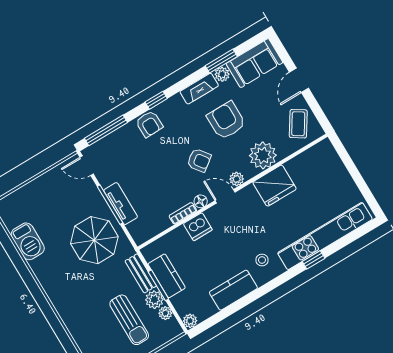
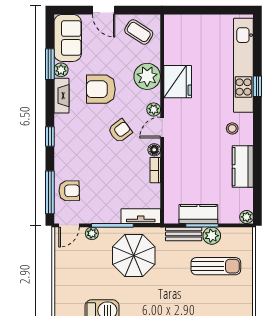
armchair: (149, 124) -> (69, 191), moved
tv unit: (121, 204) -> (141, 216), moved
dishwasher: (198, 227) -> (174, 164), removed
plant: (165, 313) -> (92, 233), moved

